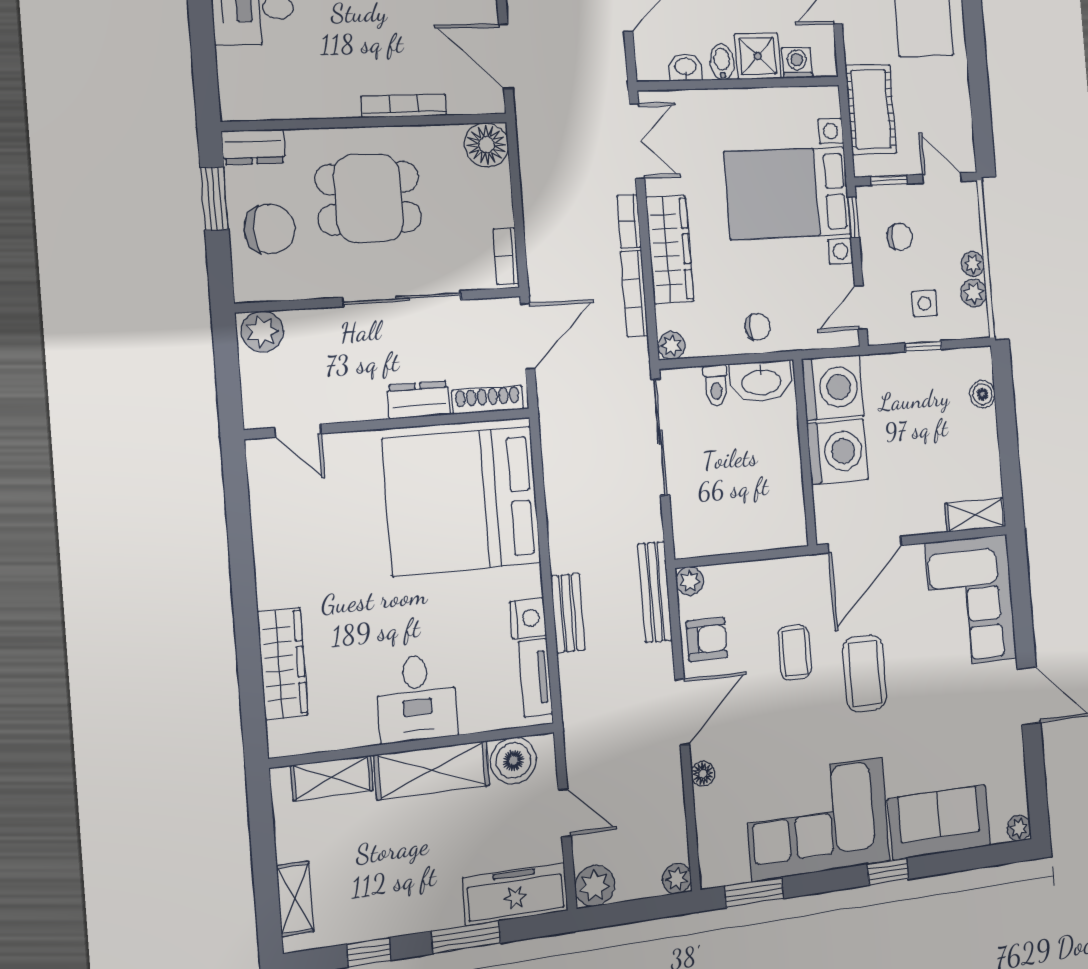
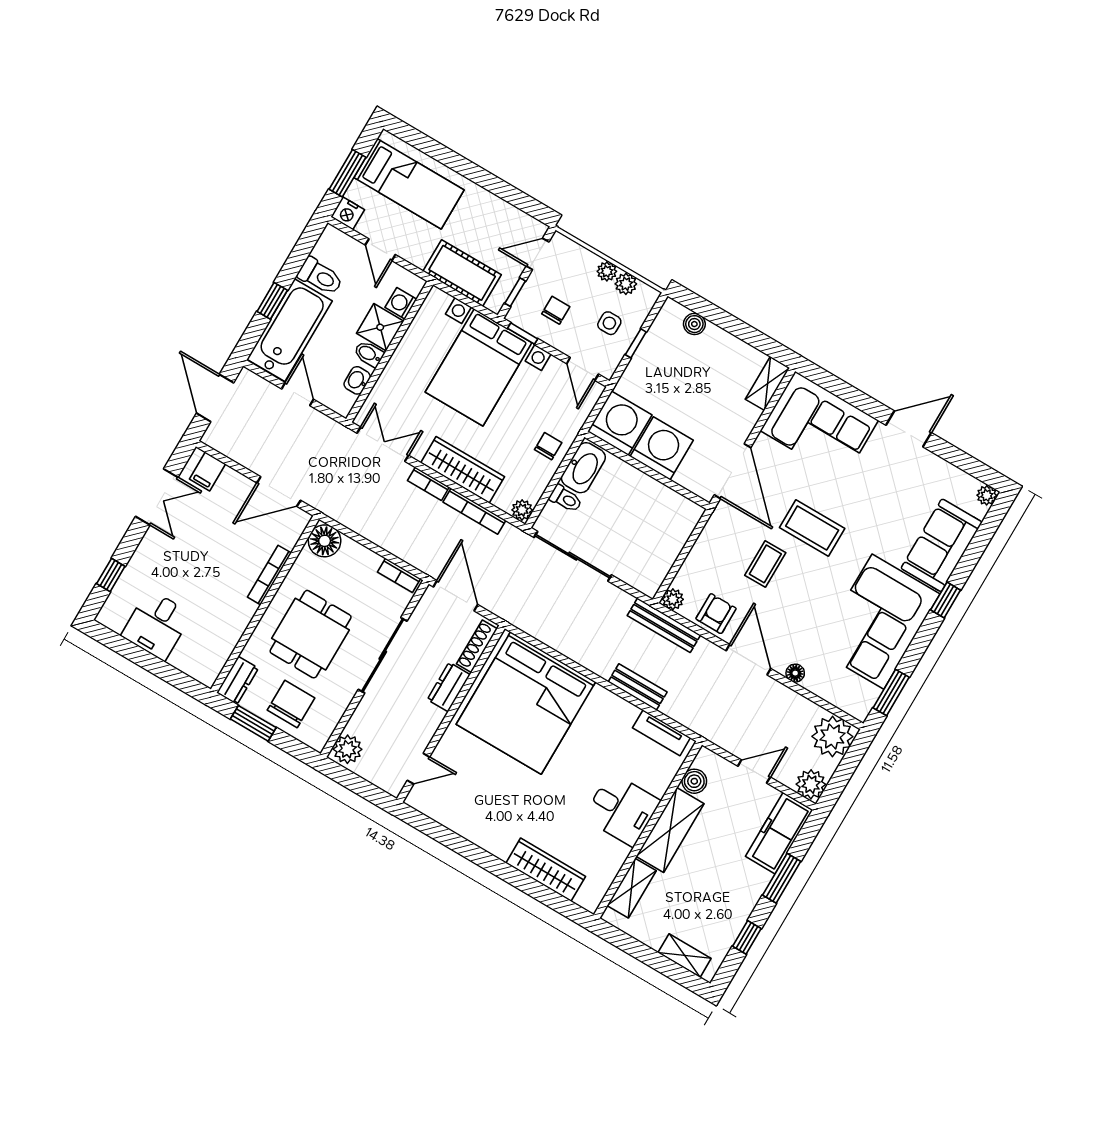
nightstand: (528, 618) -> (623, 713), removed
coffee table: (795, 653) -> (765, 564), turned 90
boiler: (513, 761) -> (694, 781), width x0.73, depth x0.73
plant: (677, 879) -> (832, 736), width x1.87, depth x1.87

